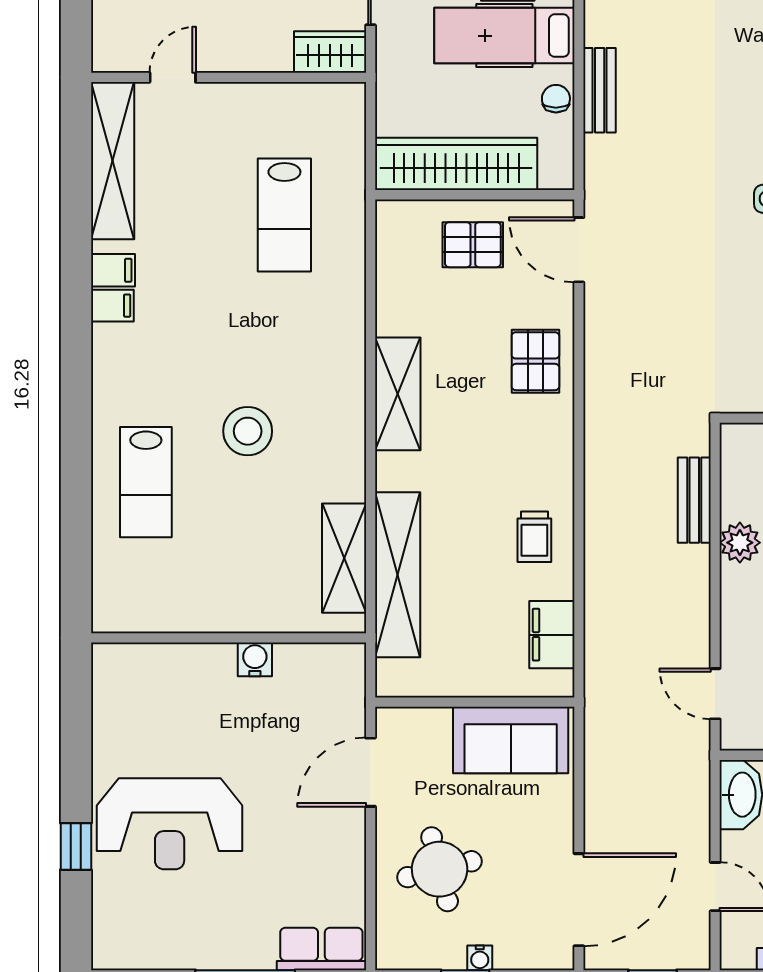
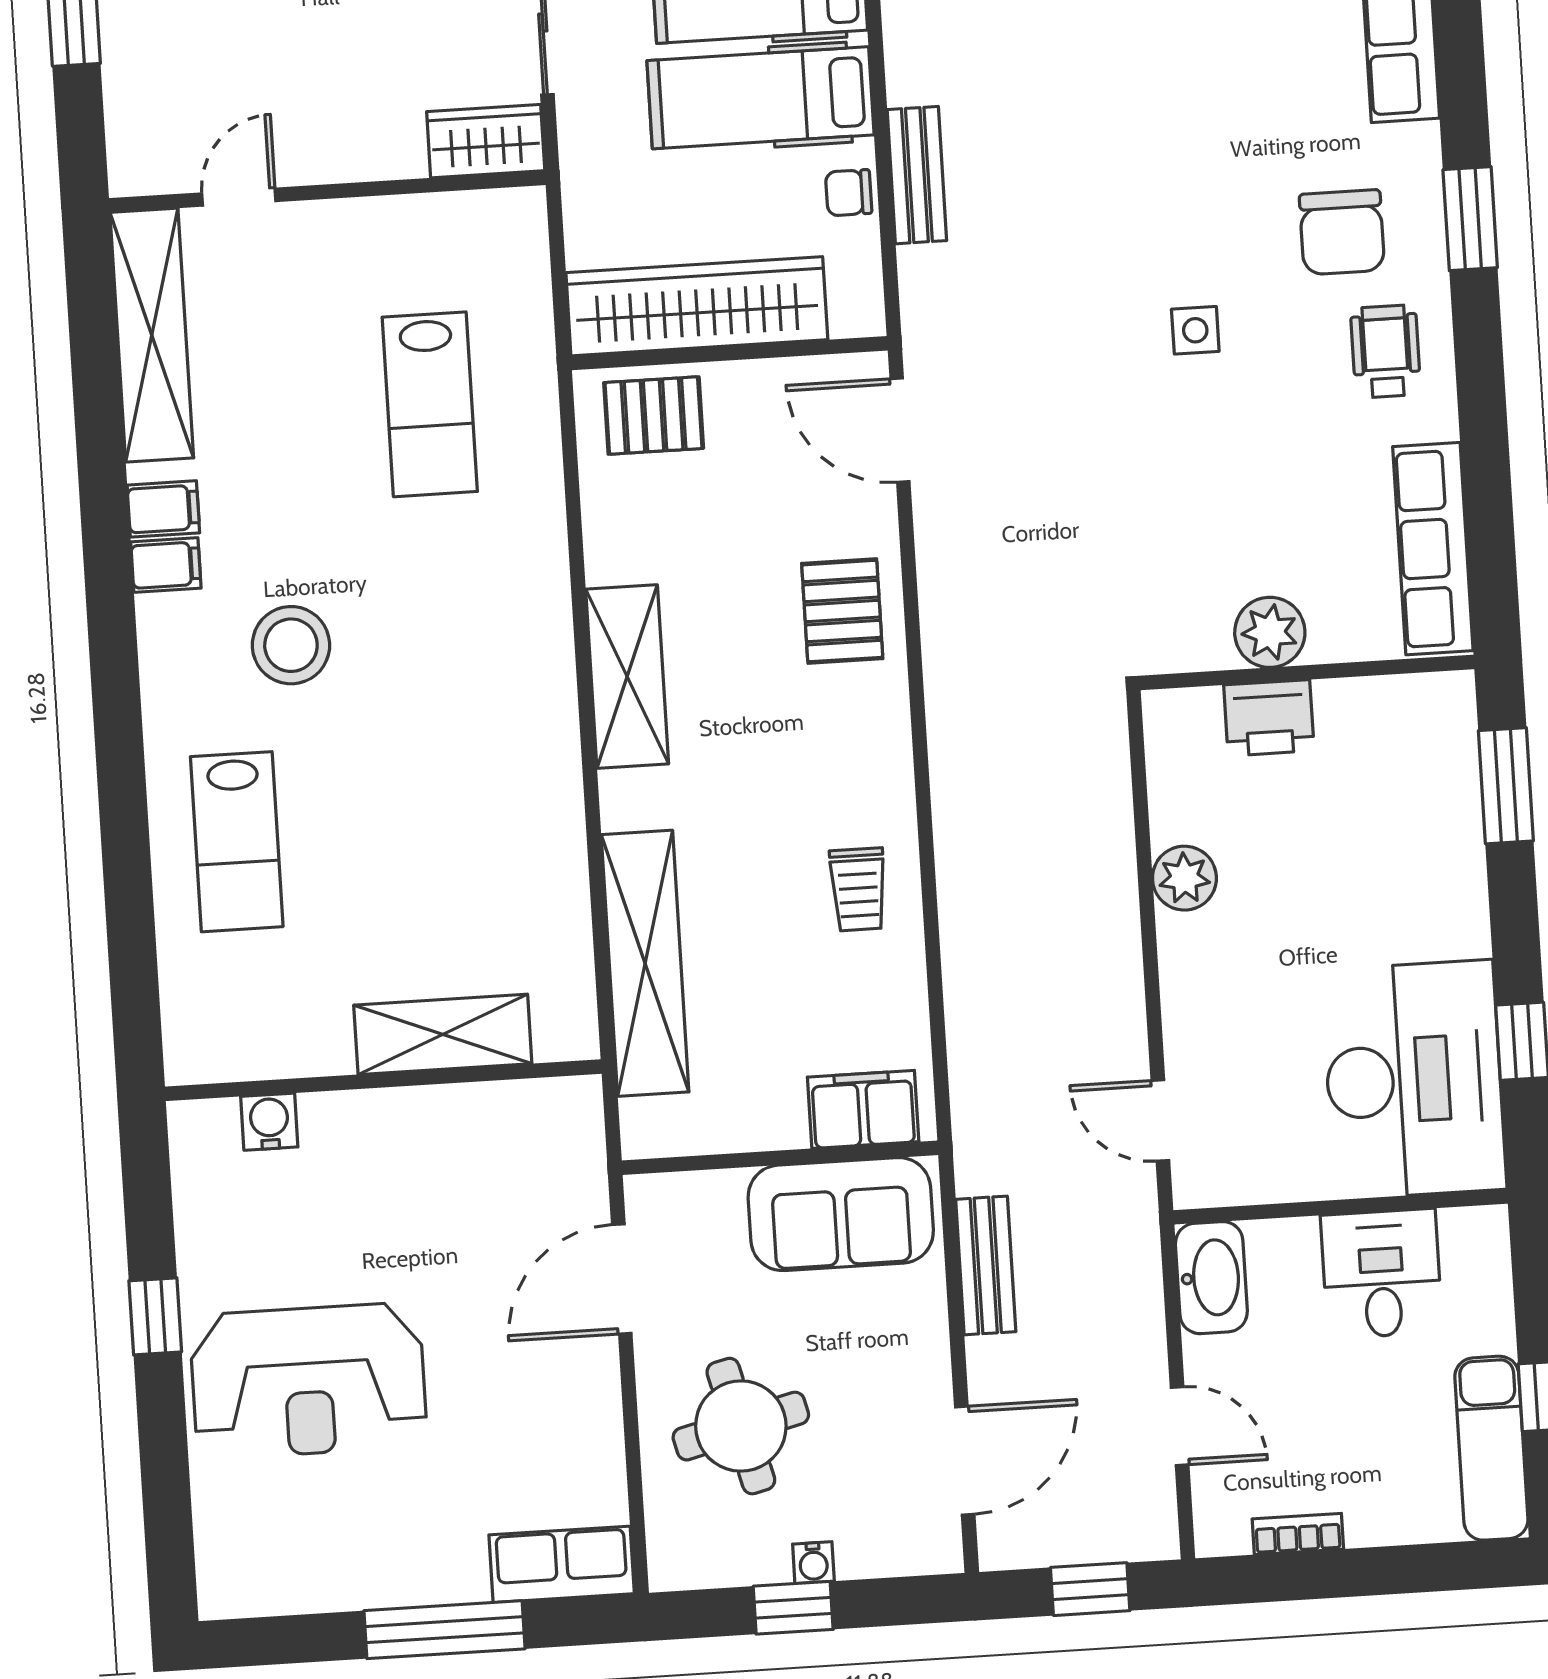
chair: (556, 99) -> (849, 193), turned -90
pallet: (473, 245) -> (654, 416), moved
stool: (248, 431) -> (291, 645), moved
bench: (694, 500) -> (986, 1265), moved
shelving: (344, 558) -> (443, 1034), moved, turned 90
filing cabinet: (552, 635) -> (863, 1109), moved, turned 90
water cooler: (255, 659) -> (269, 1122), moved
window: (76, 846) -> (155, 1316), moved
door: (579, 900) -> (965, 1461), width x0.73

